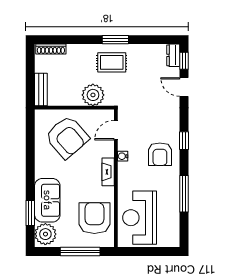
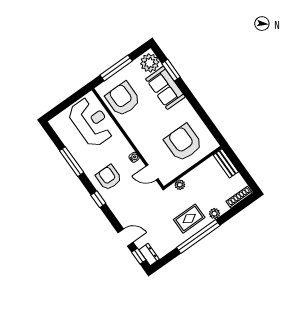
window: (115, 40) -> (198, 236), width x2.11
plant: (85, 50) -> (214, 214), added
plant: (93, 95) -> (180, 185), width x0.53, depth x0.53
door: (116, 130) -> (152, 172), swing flipped
armchair: (67, 137) -> (183, 143), turned 41
fireplace: (108, 172) -> (136, 139), removed
armchair: (94, 218) -> (123, 99), turned 180

